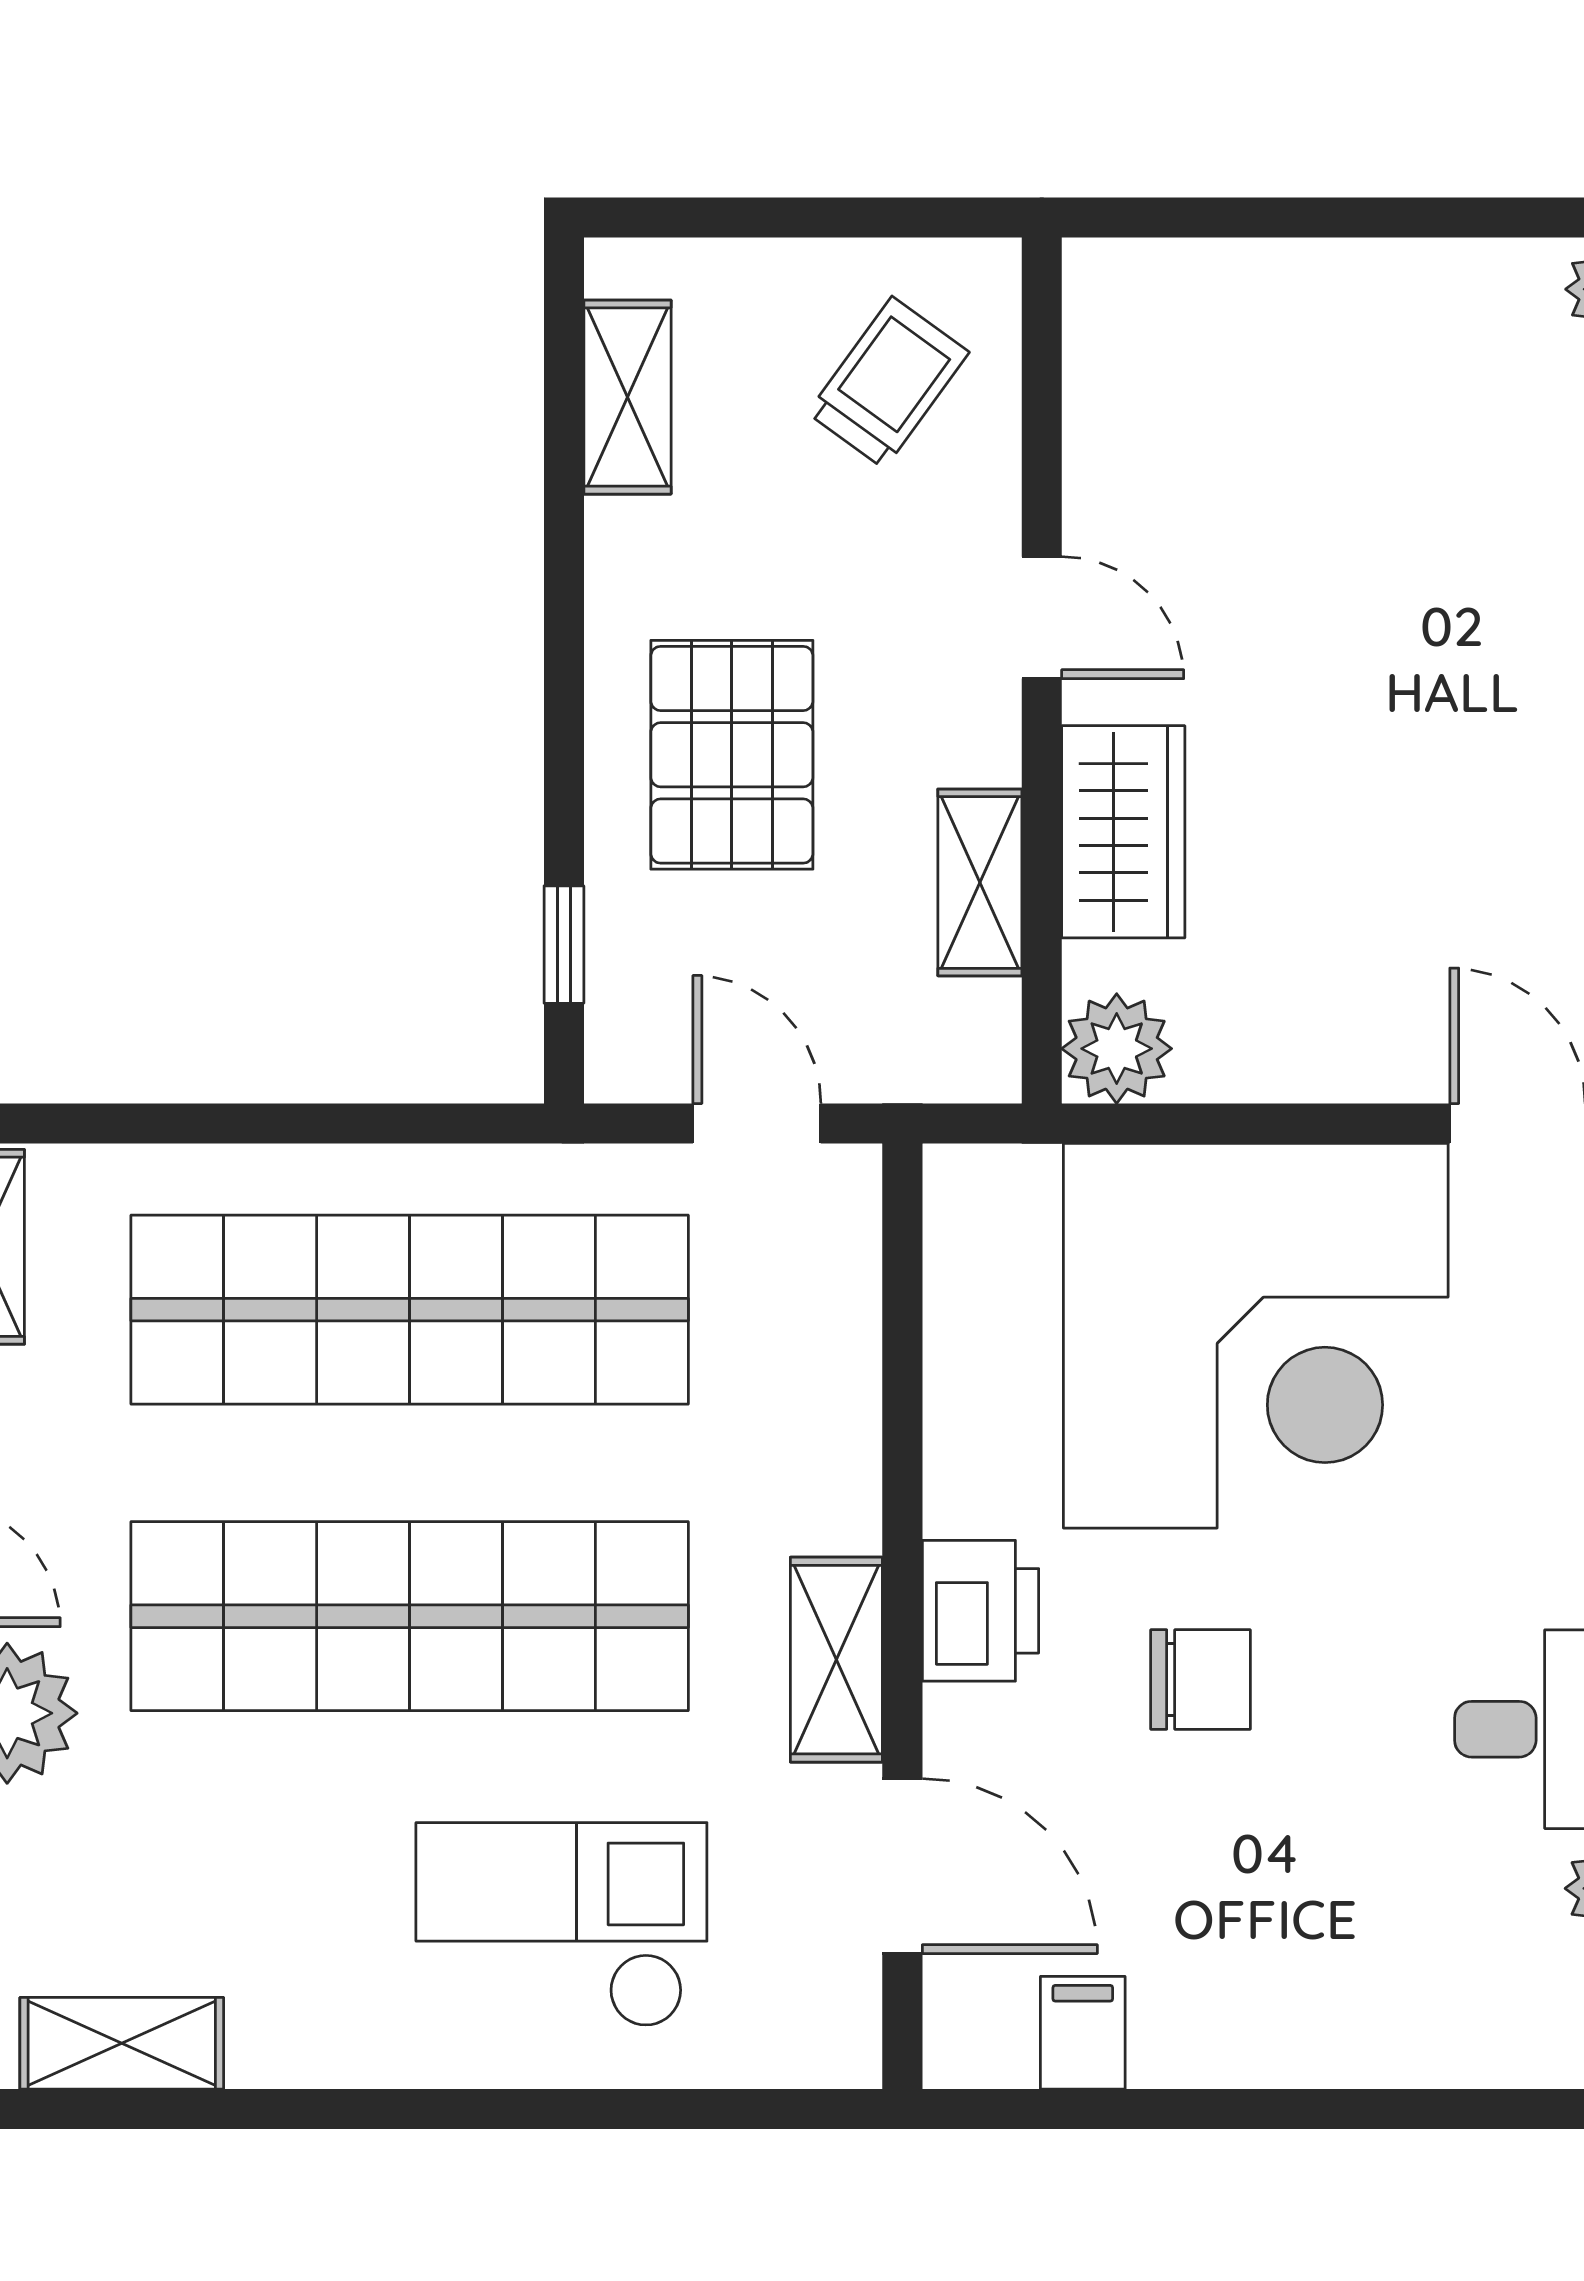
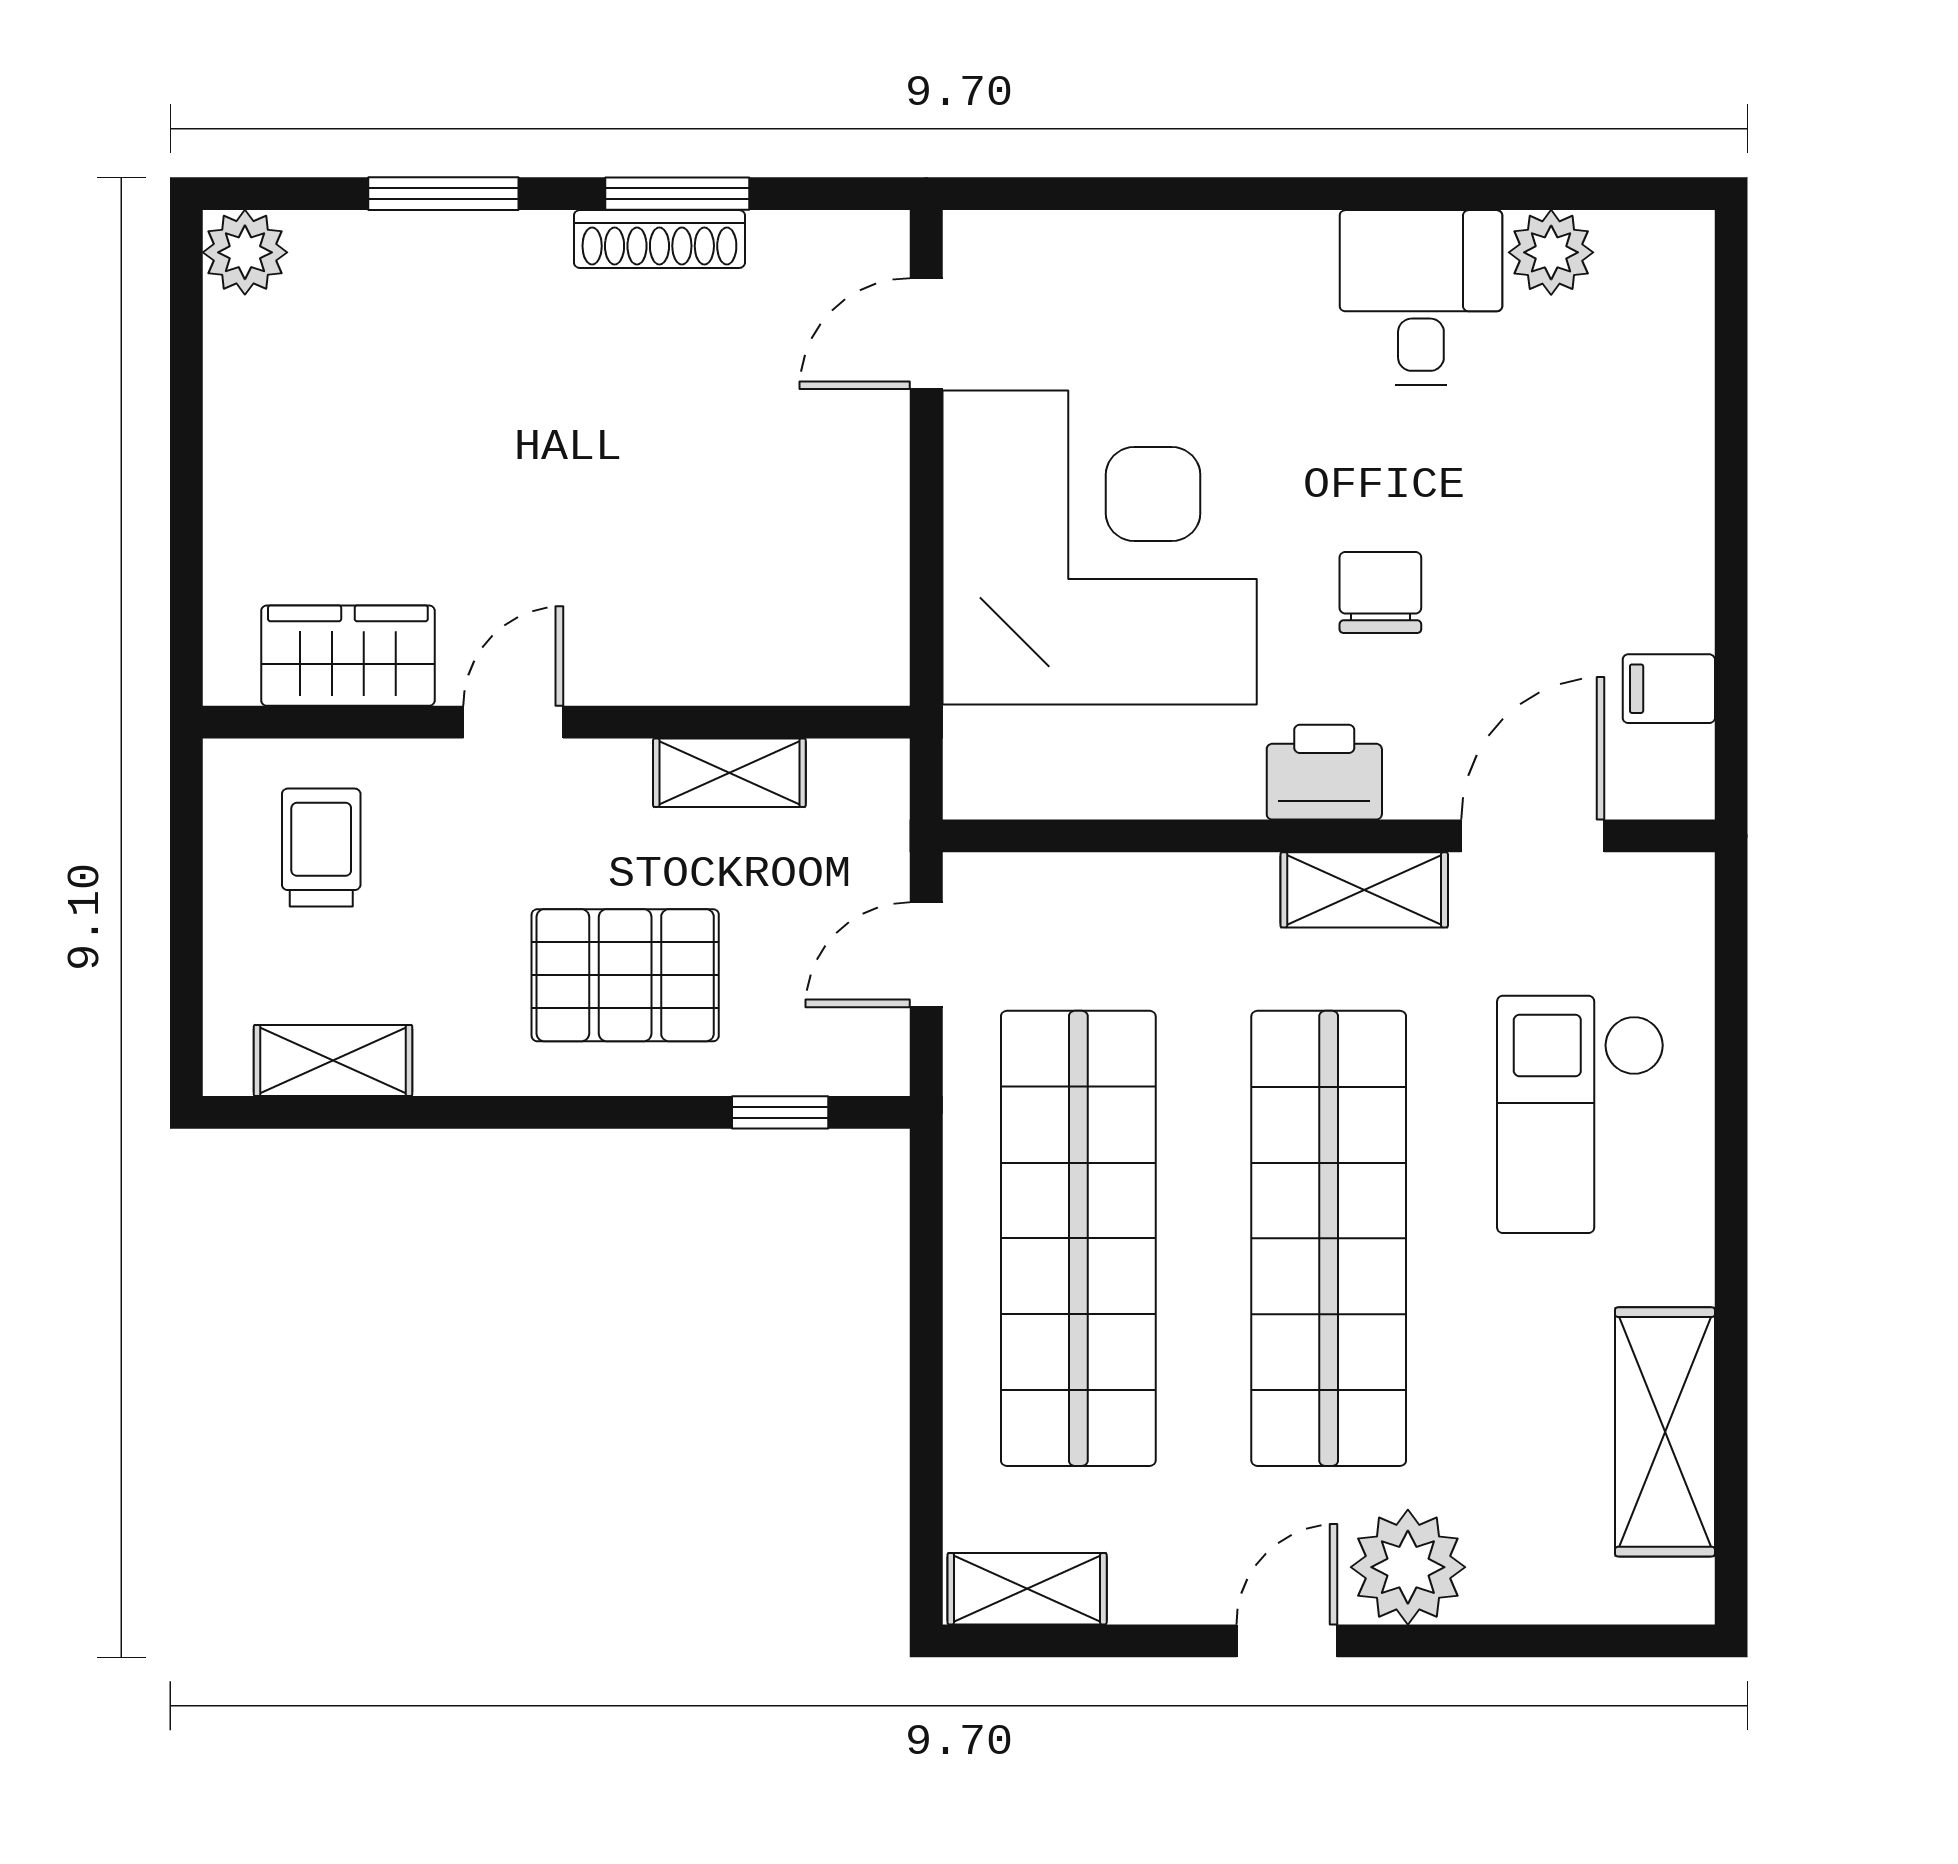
trolley: (888, 383) -> (321, 848), turned 54
wardrobe: (1123, 832) -> (348, 656), moved
plant: (1117, 1049) -> (865, 661), removed
shelving: (122, 2043) -> (1665, 1432), width x1.50, depth x1.33

